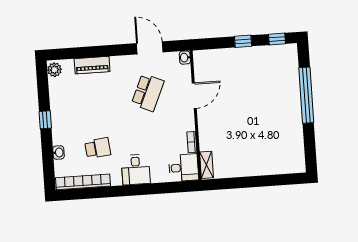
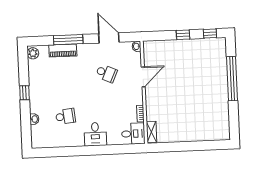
window: (99, 51) -> (68, 40), added
school desk: (148, 92) -> (106, 73), width x0.54
bookcase: (83, 182) -> (53, 143), removed

